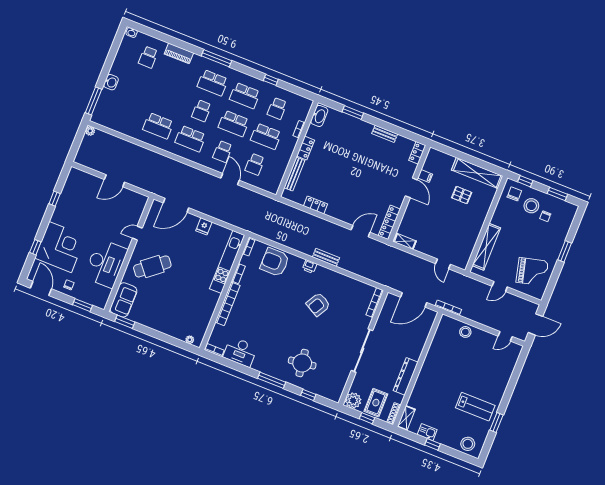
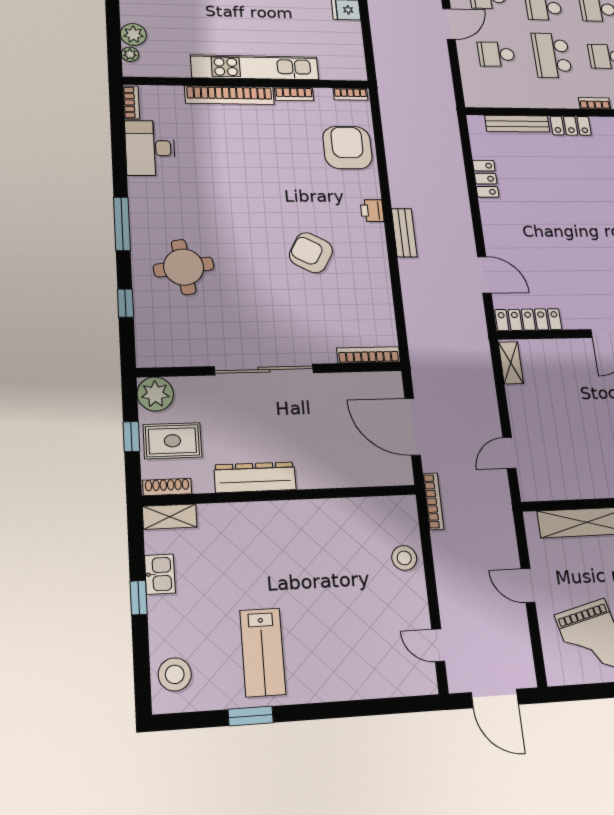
kitchen unit: (227, 262) -> (255, 67), moved
plant: (180, 334) -> (133, 34), added

